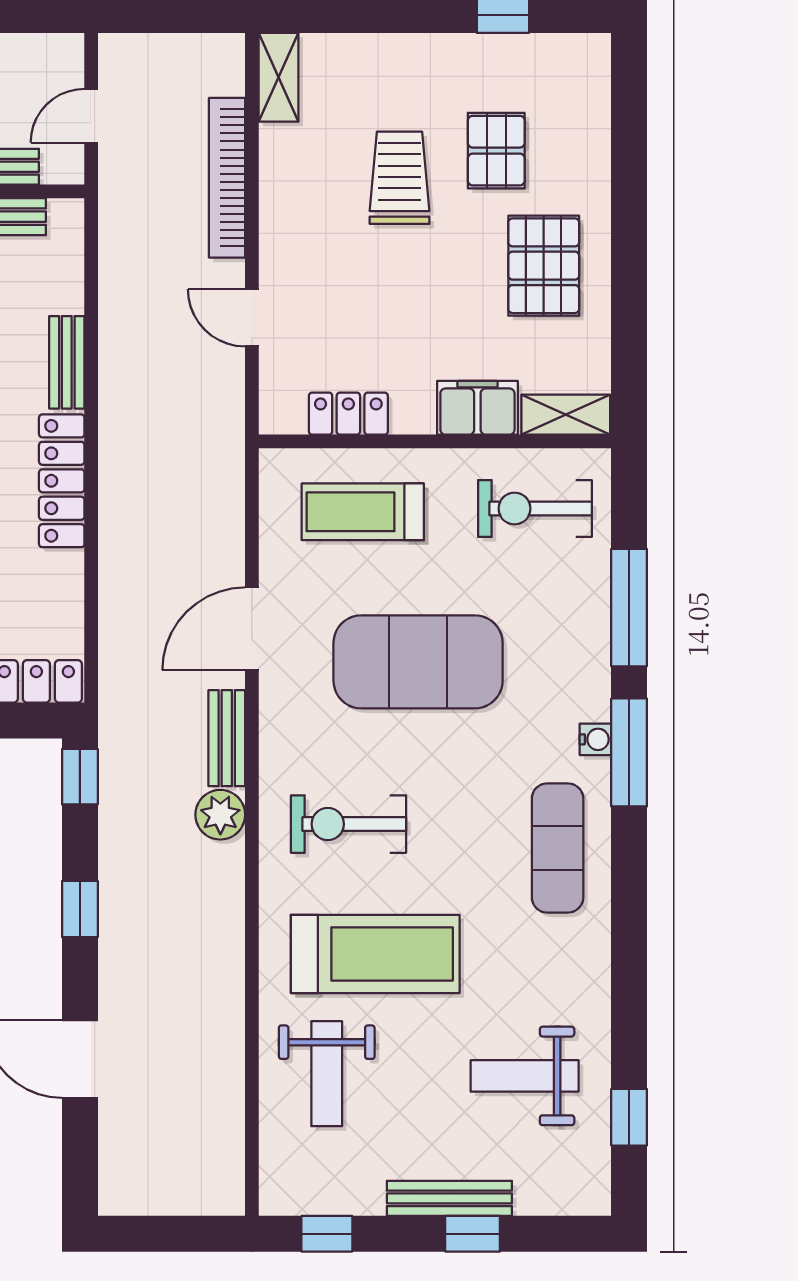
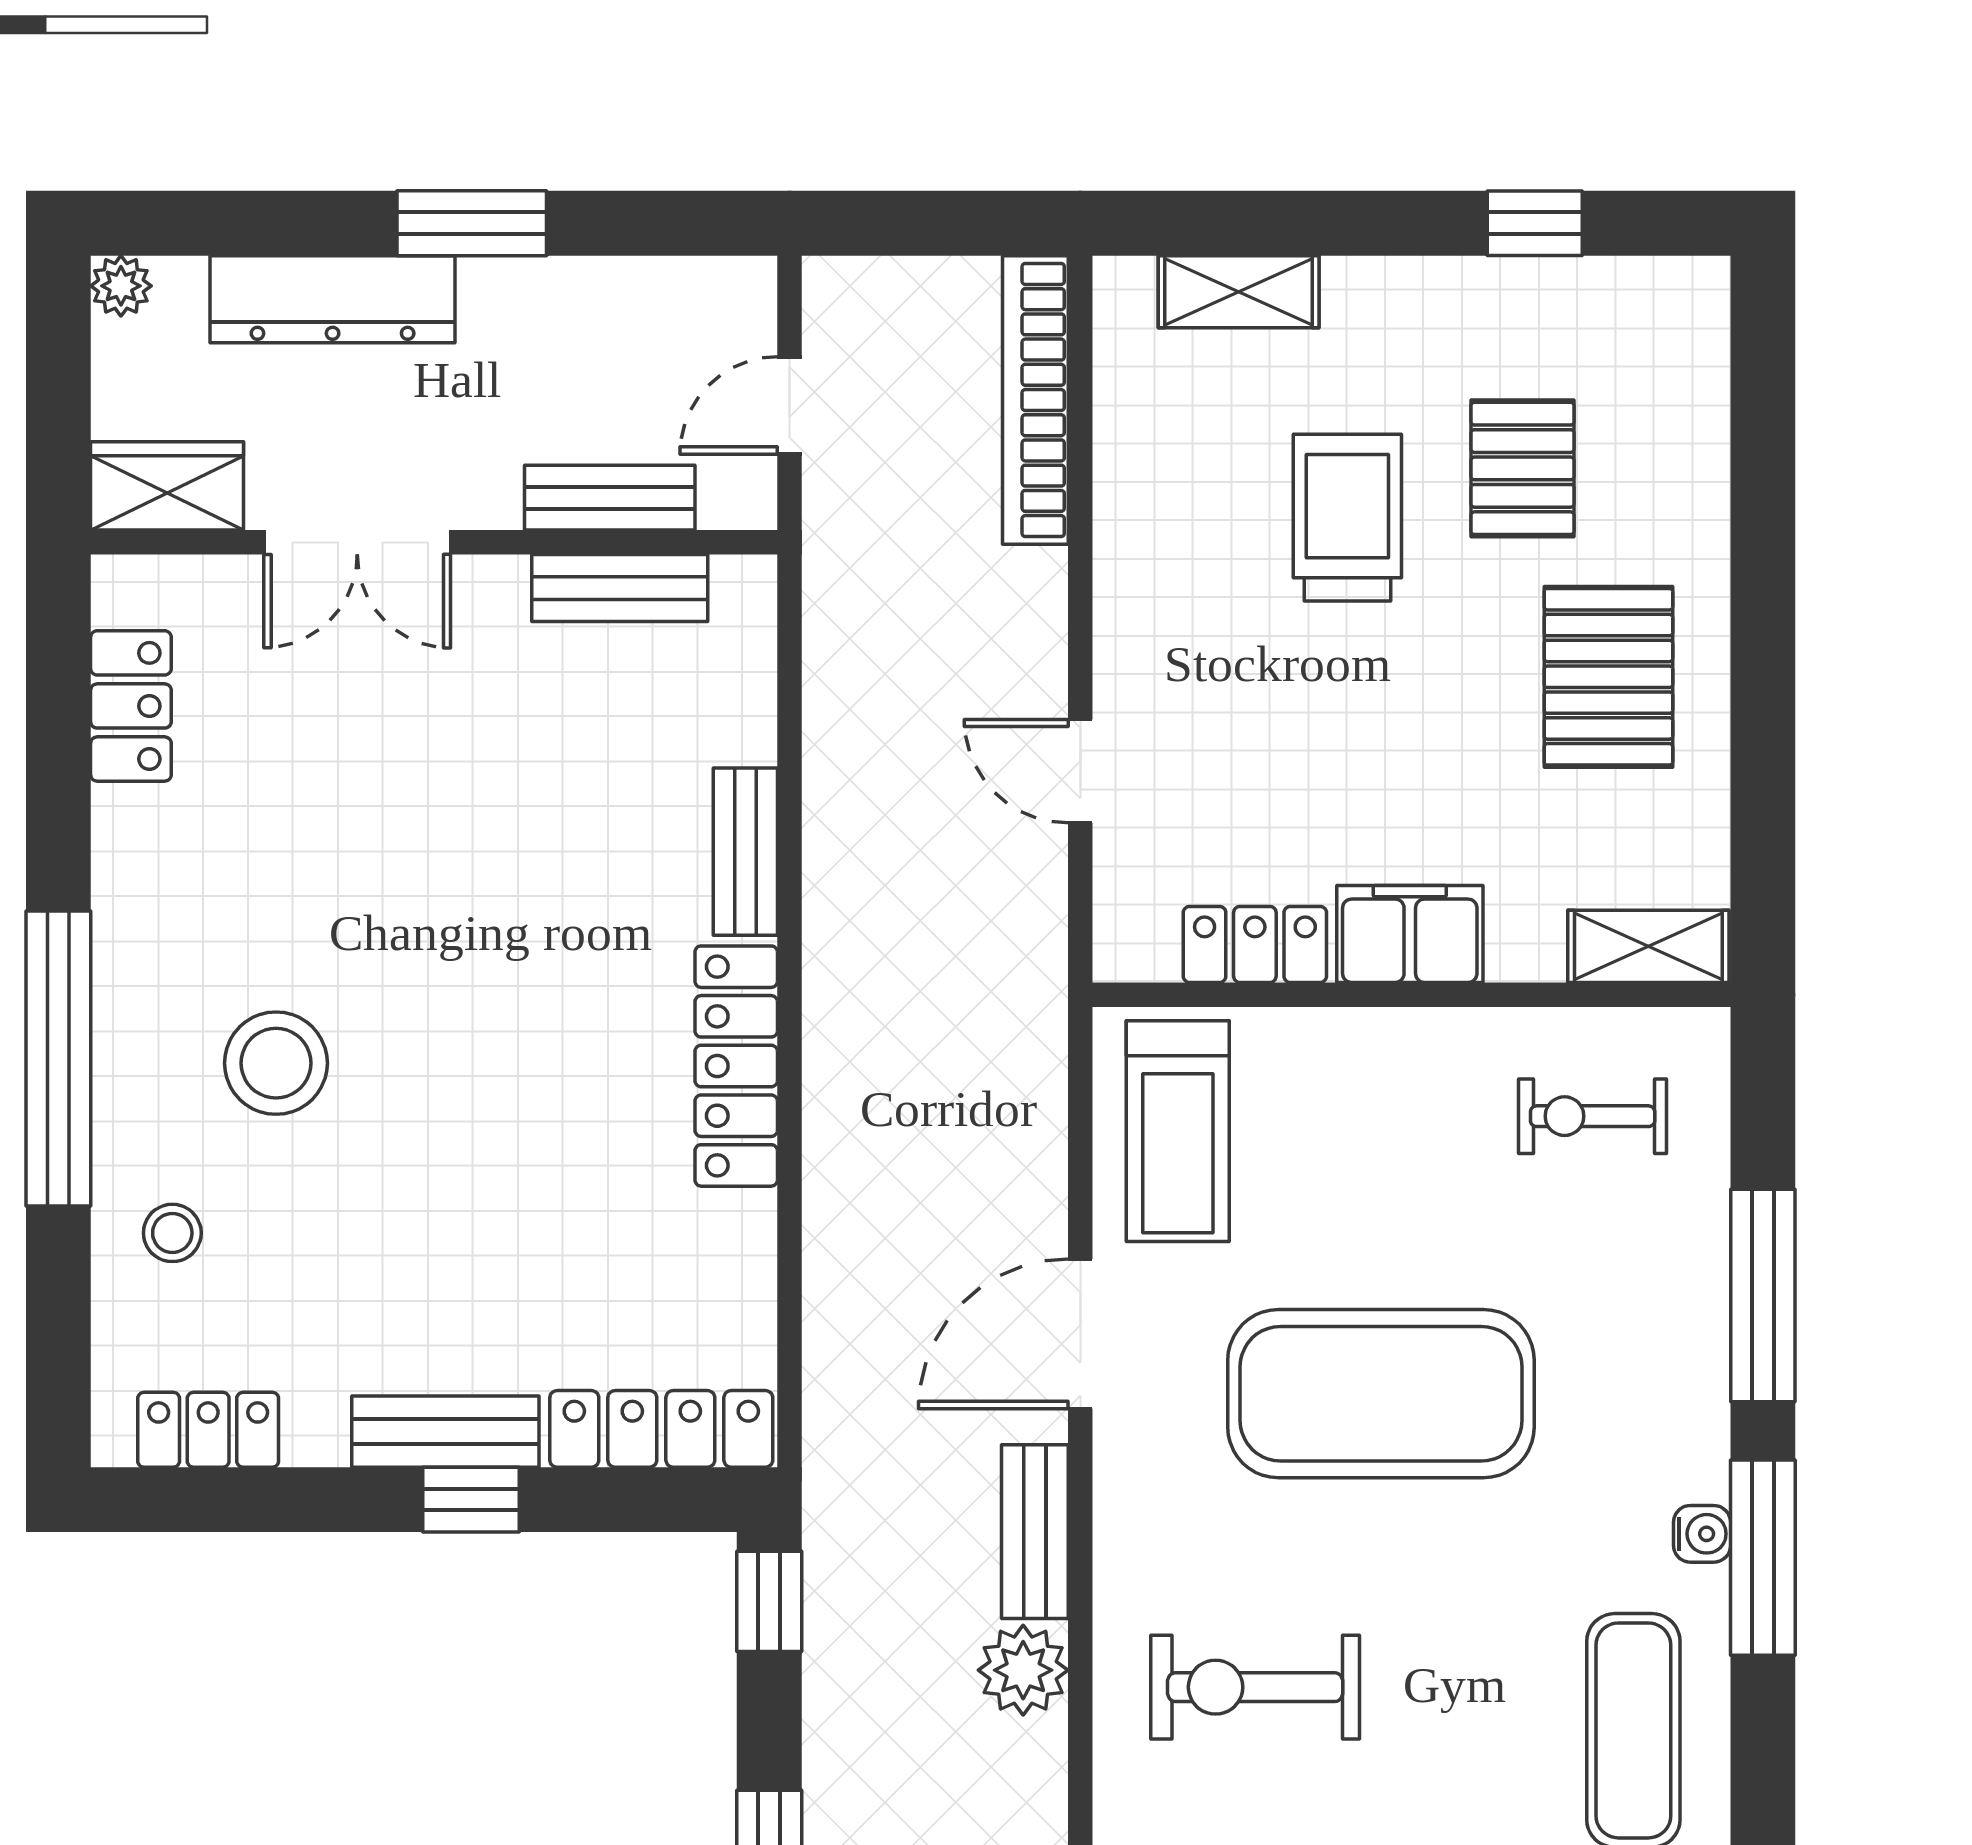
shelving: (278, 77) -> (1239, 292), moved, turned 90
bookcase: (227, 178) -> (1035, 400), moved
filing cabinet: (477, 408) -> (1410, 934), moved
exercise bike: (535, 509) -> (1593, 1116), width x0.73, depth x0.72
treadmill: (363, 512) -> (1178, 1131), moved, turned -90

